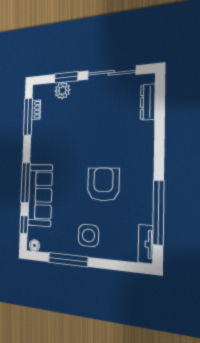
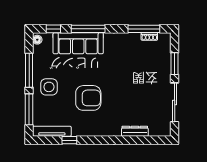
plant: (62, 91) -> (164, 61), removed
dresser: (148, 102) -> (135, 131), moved
window: (158, 213) -> (69, 140), width x0.32
tv unit: (146, 244) -> (52, 131), width x1.41
window: (116, 265) -> (29, 109), added

